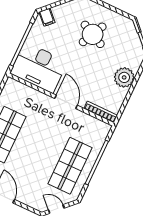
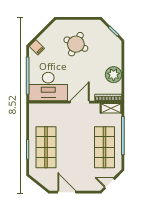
plant: (124, 77) -> (114, 75), moved
door: (66, 102) -> (80, 102), hinge flipped
shelving: (98, 125) -> (111, 108), added

